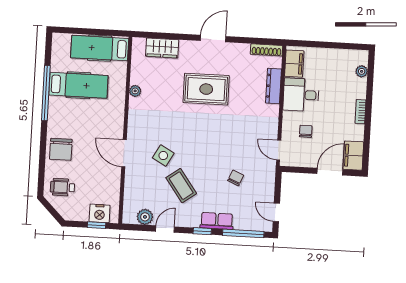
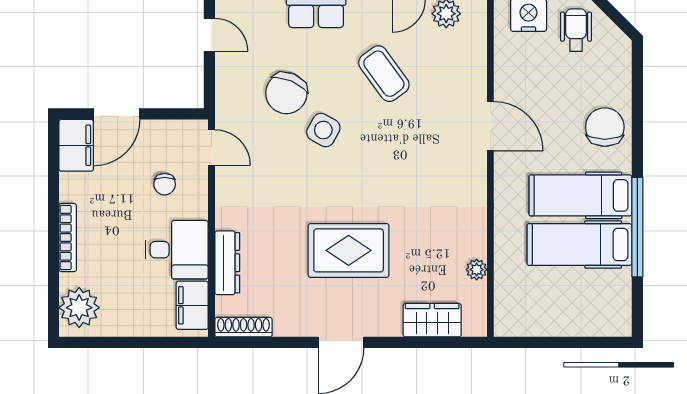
hospital bed: (100, 48) -> (580, 195), moved, turned 180
plant: (362, 71) -> (79, 308), width x1.87, depth x1.87
plant: (135, 91) -> (477, 270), moved
bookcase: (360, 112) -> (68, 238), width x1.56
side table: (163, 156) -> (323, 130), moved
chair: (236, 178) -> (286, 93), width x1.87, depth x1.87
wheelchair: (62, 187) -> (576, 30), moved, turned -90

